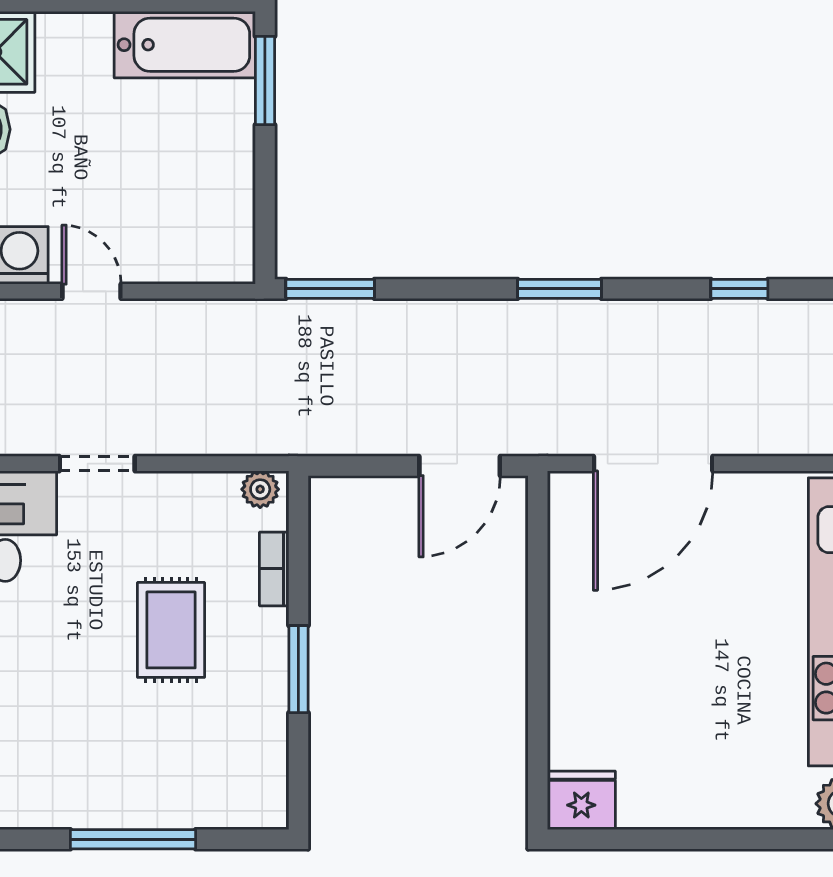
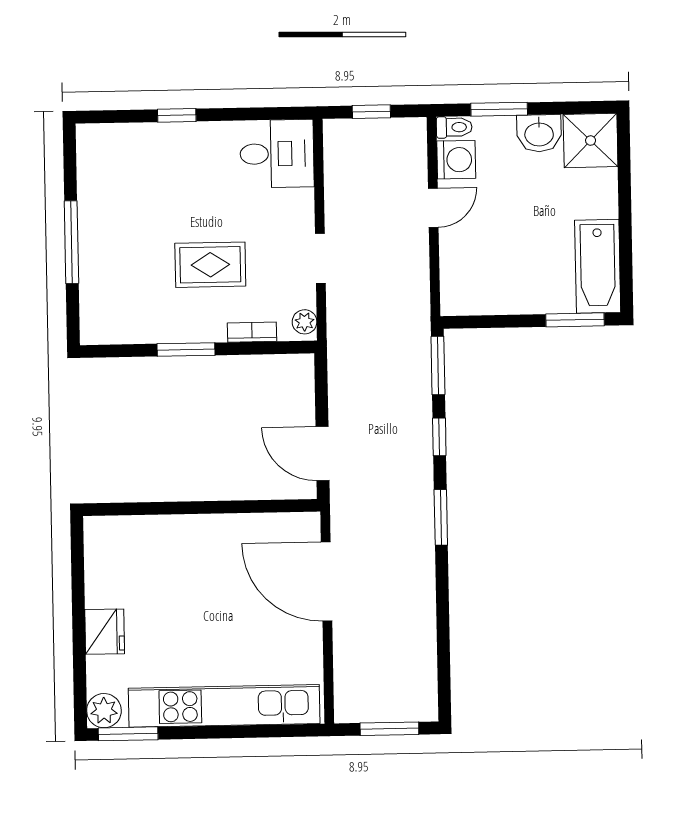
window: (739, 289) -> (439, 437), moved
doorway: (97, 464) -> (320, 259), moved
fridge: (581, 800) -> (105, 632), moved

